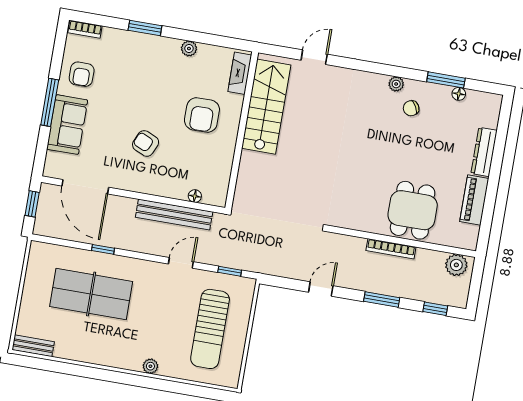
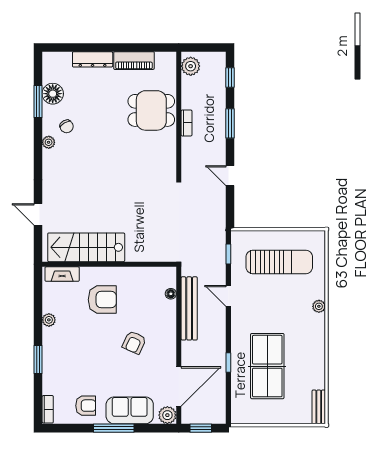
floor lamp: (459, 94) -> (53, 94), width x1.89, depth x1.89
plant: (54, 168) -> (167, 415), added
bookcase: (391, 249) -> (187, 123), width x0.64

